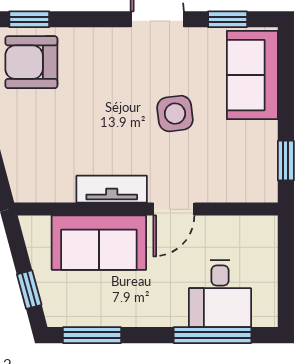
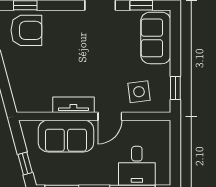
armchair: (31, 62) -> (26, 30), turned 180
side table: (175, 114) -> (139, 92), moved

